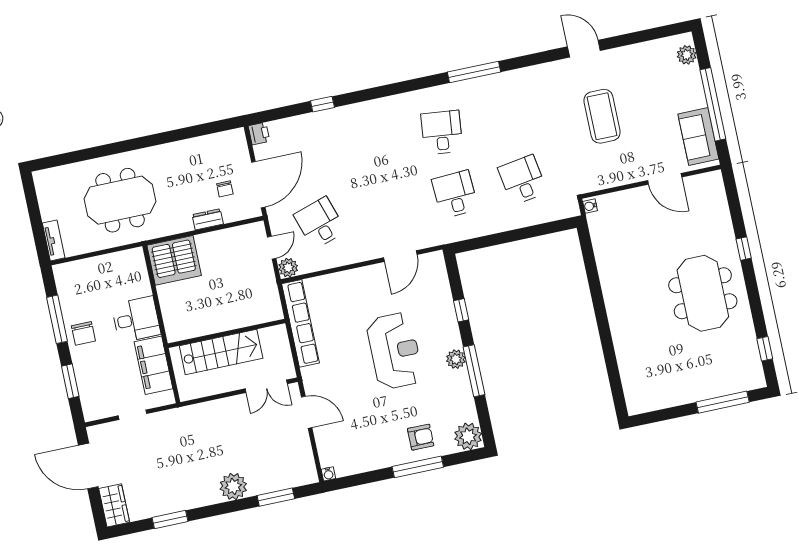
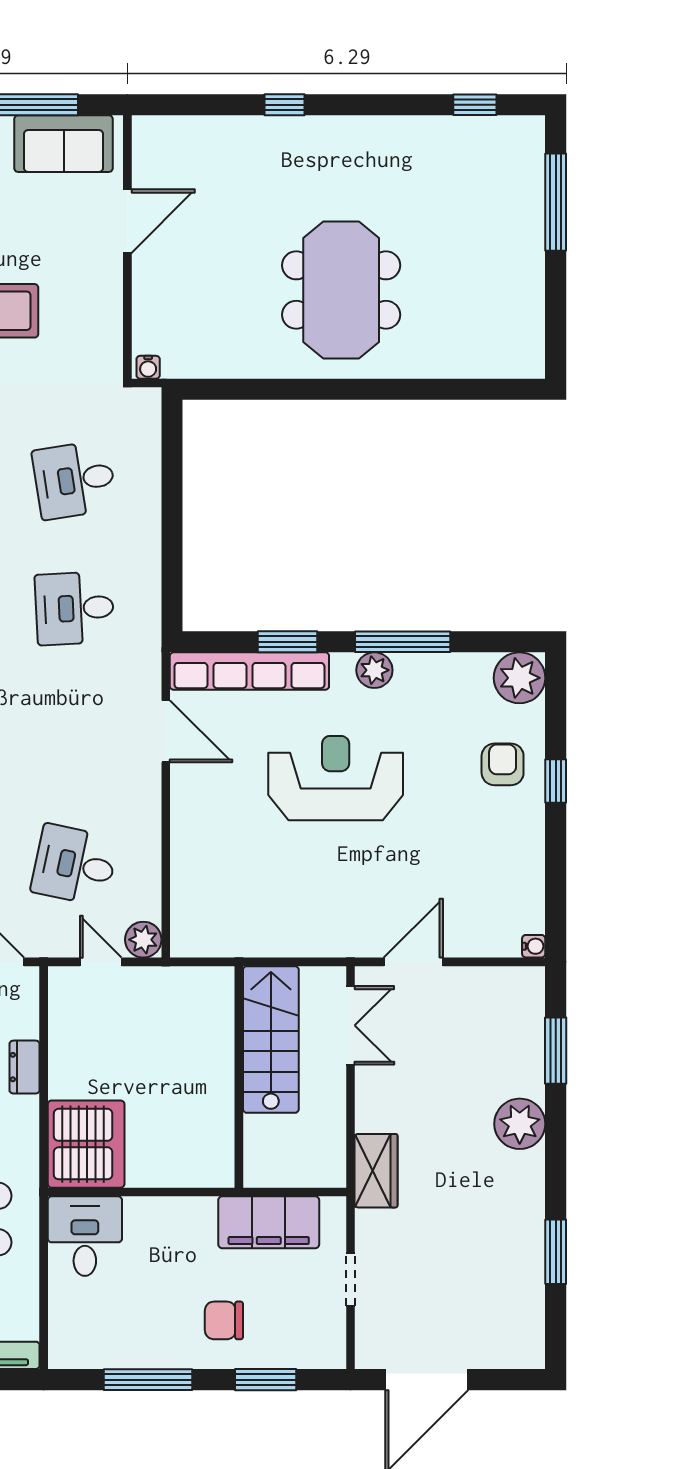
desk: (320, 223) -> (75, 865), turned 30
meeting table: (703, 293) -> (341, 290), moved, turned 90
window: (461, 310) -> (288, 642), width x1.50
desk: (136, 319) -> (85, 1236), moved
row of seats: (300, 323) -> (249, 671), moved, turned 180
chair: (83, 333) -> (224, 1320), moved, turned 180
stairs: (221, 352) -> (271, 1040), moved
window: (418, 467) -> (556, 781), width x0.46
wardrobe: (114, 505) -> (376, 1171), moved, turned 90

